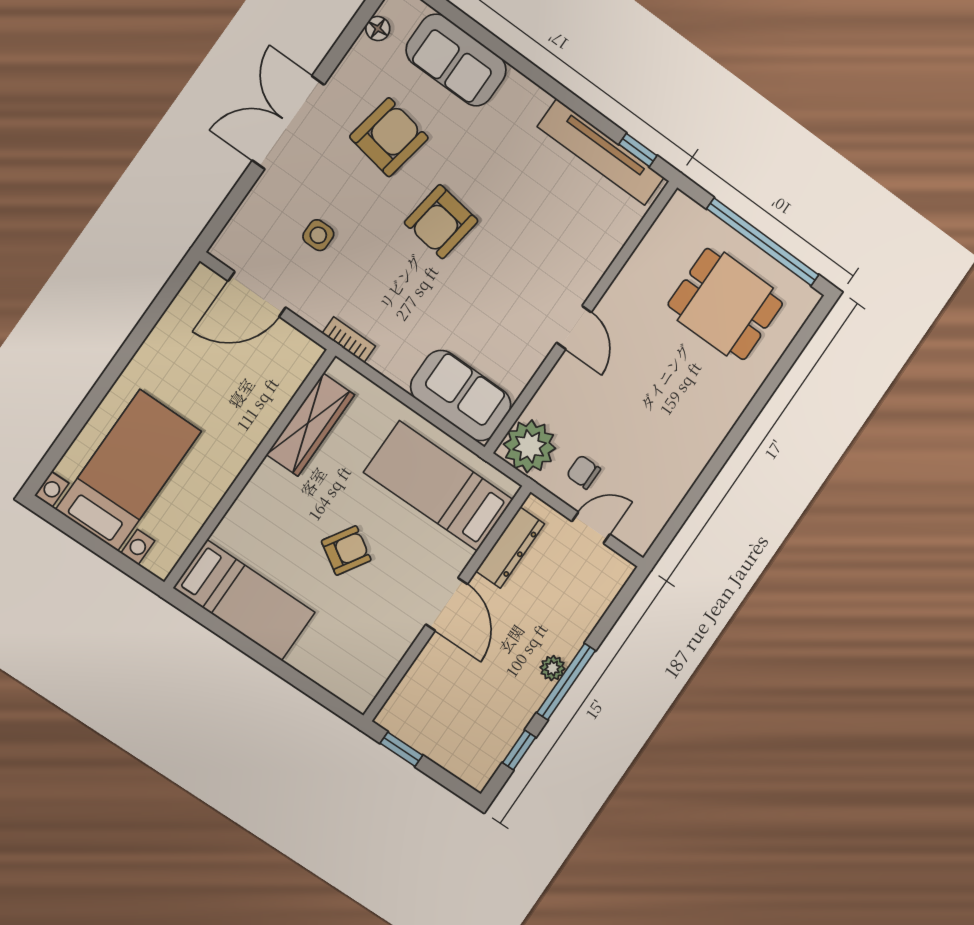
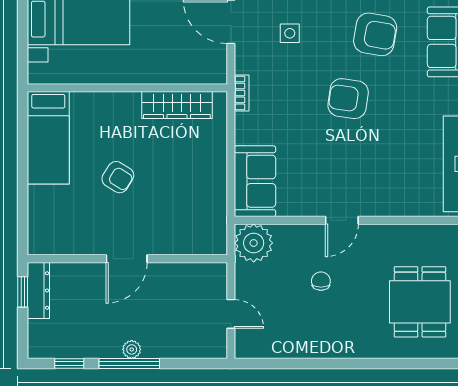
chair: (584, 472) -> (321, 281), moved
bed: (439, 486) -> (193, 205), removed
dresser: (510, 548) -> (38, 290), moved, turned -90

